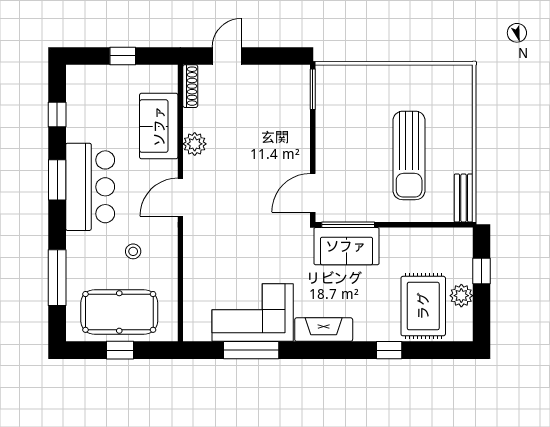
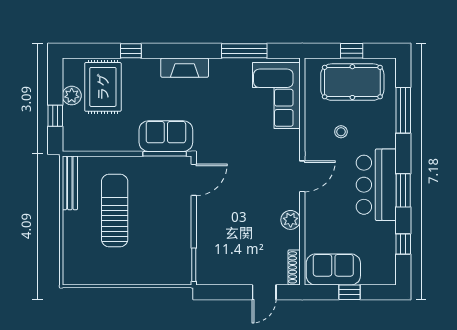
sofa: (159, 126) -> (333, 269), moved, turned -90
bench: (464, 198) -> (70, 183), width x1.36
corner sofa: (253, 313) -> (276, 96), moved, turned 90

